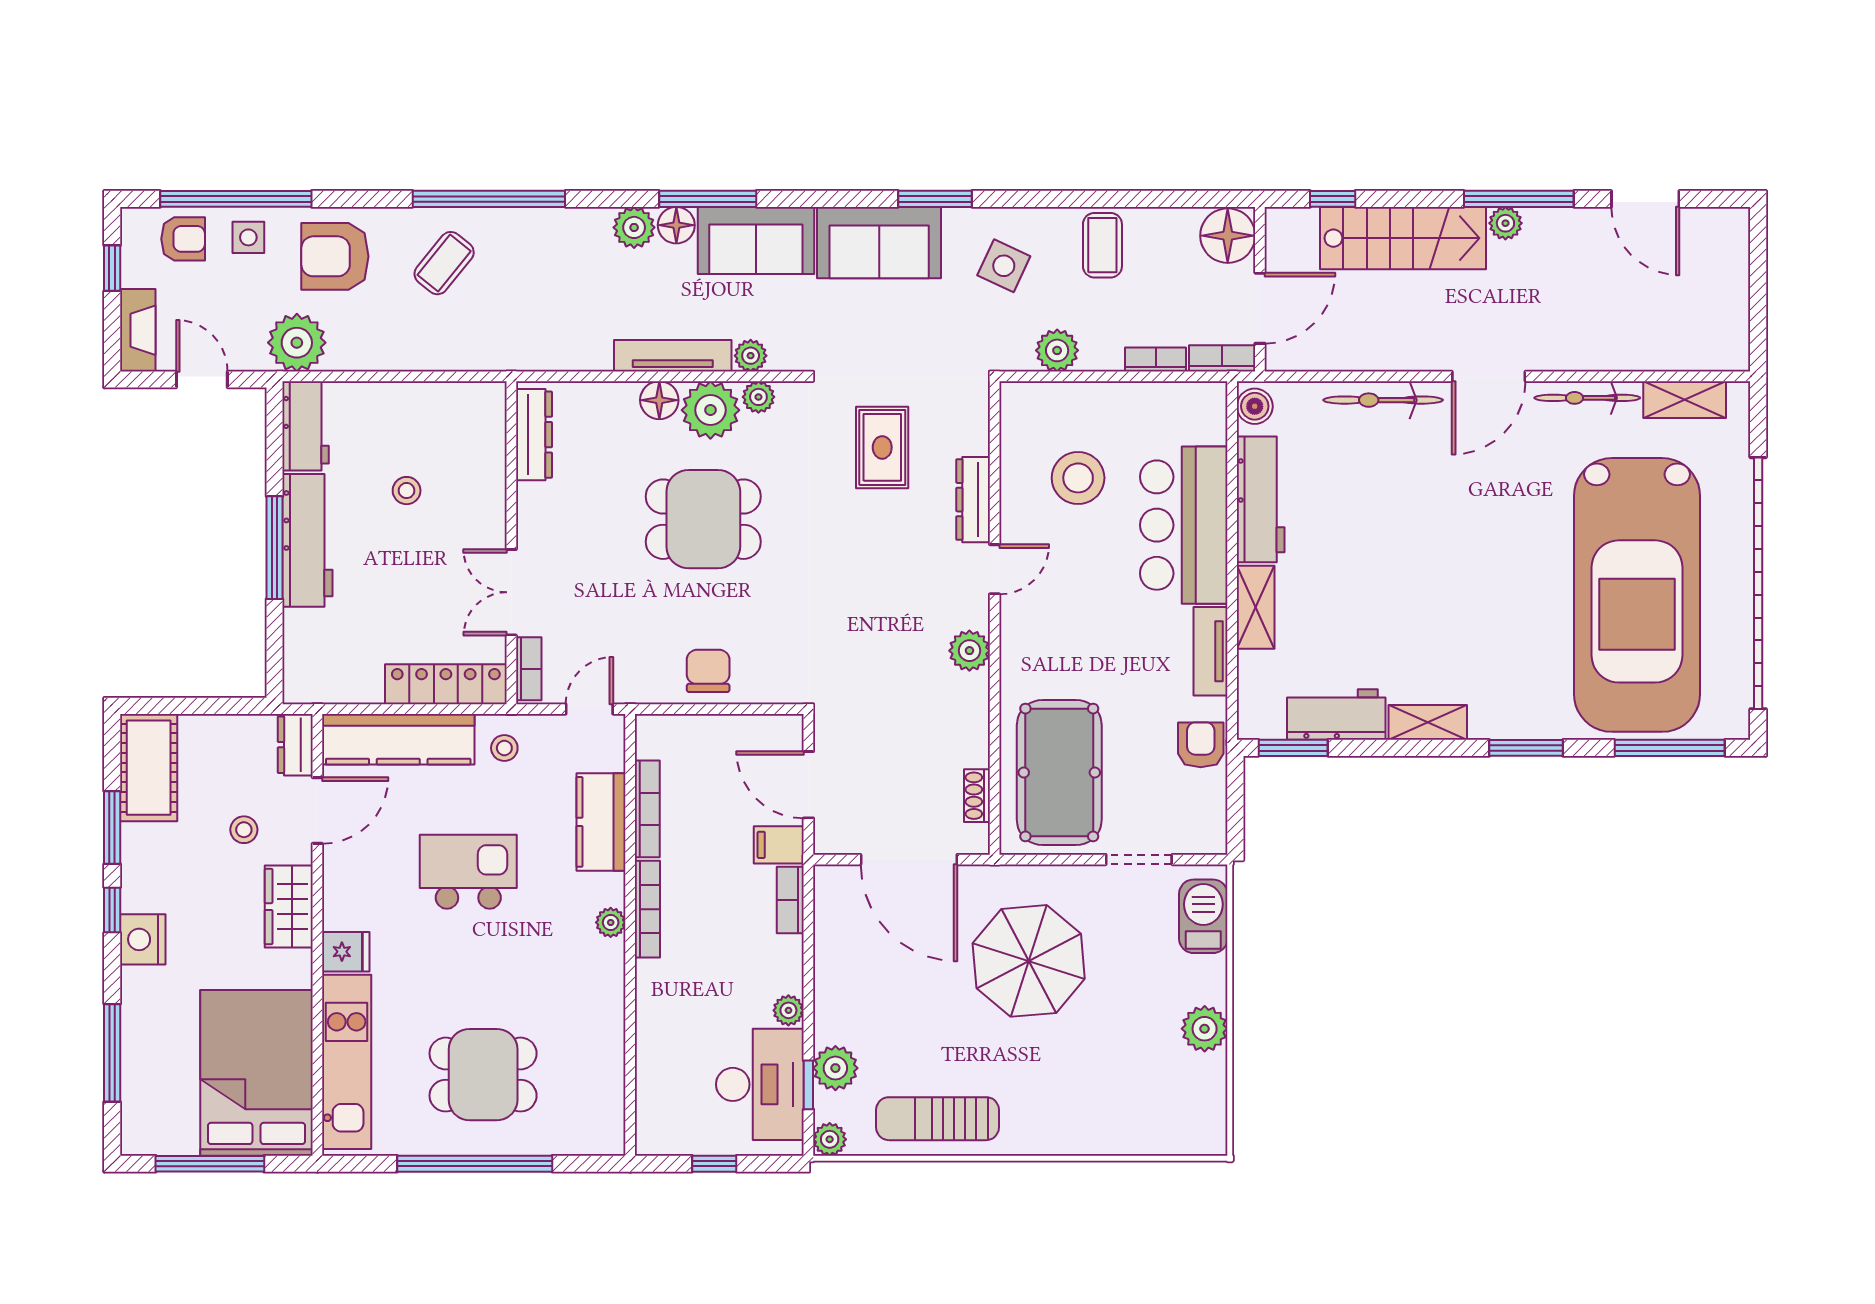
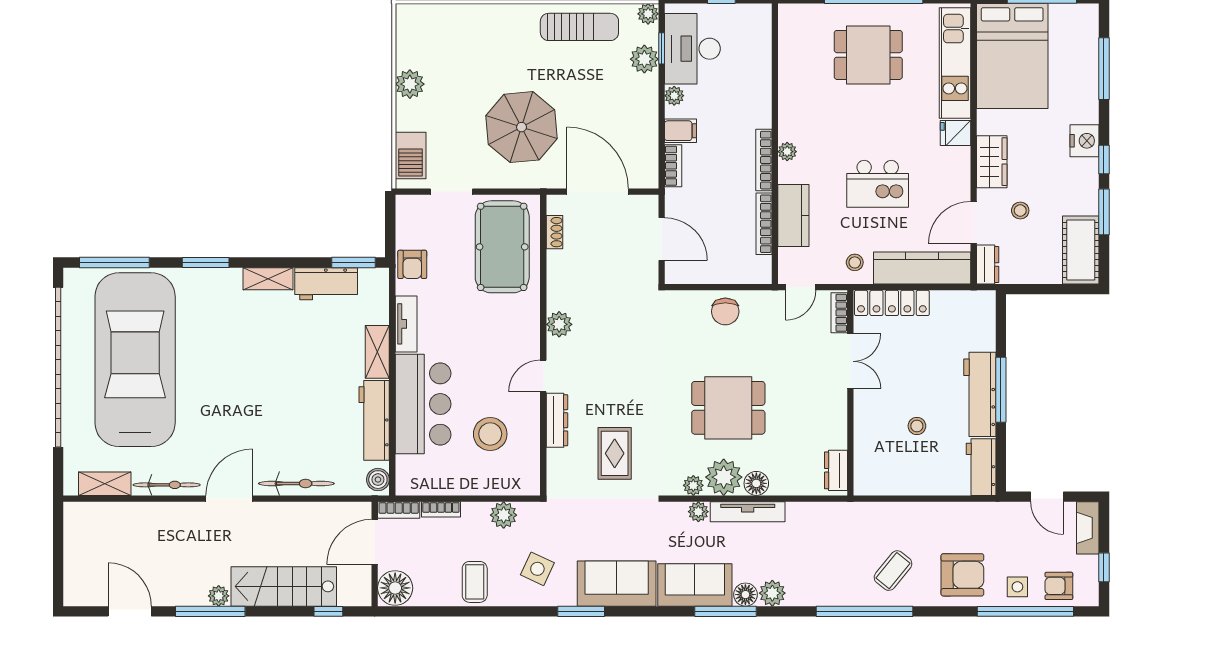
plant: (297, 343) -> (987, 520), removed
dresser: (534, 435) -> (836, 470), width x0.70
filing cabinet: (779, 845) -> (680, 131), moved

